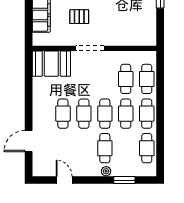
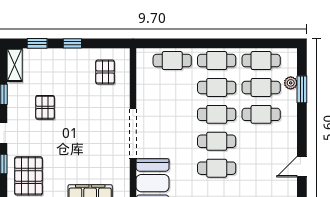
pallet: (79, 17) -> (105, 72), moved
doorway: (90, 48) -> (133, 133), width x1.36
cafe table: (126, 79) -> (261, 87), moved
plant: (106, 171) -> (291, 83), moved

